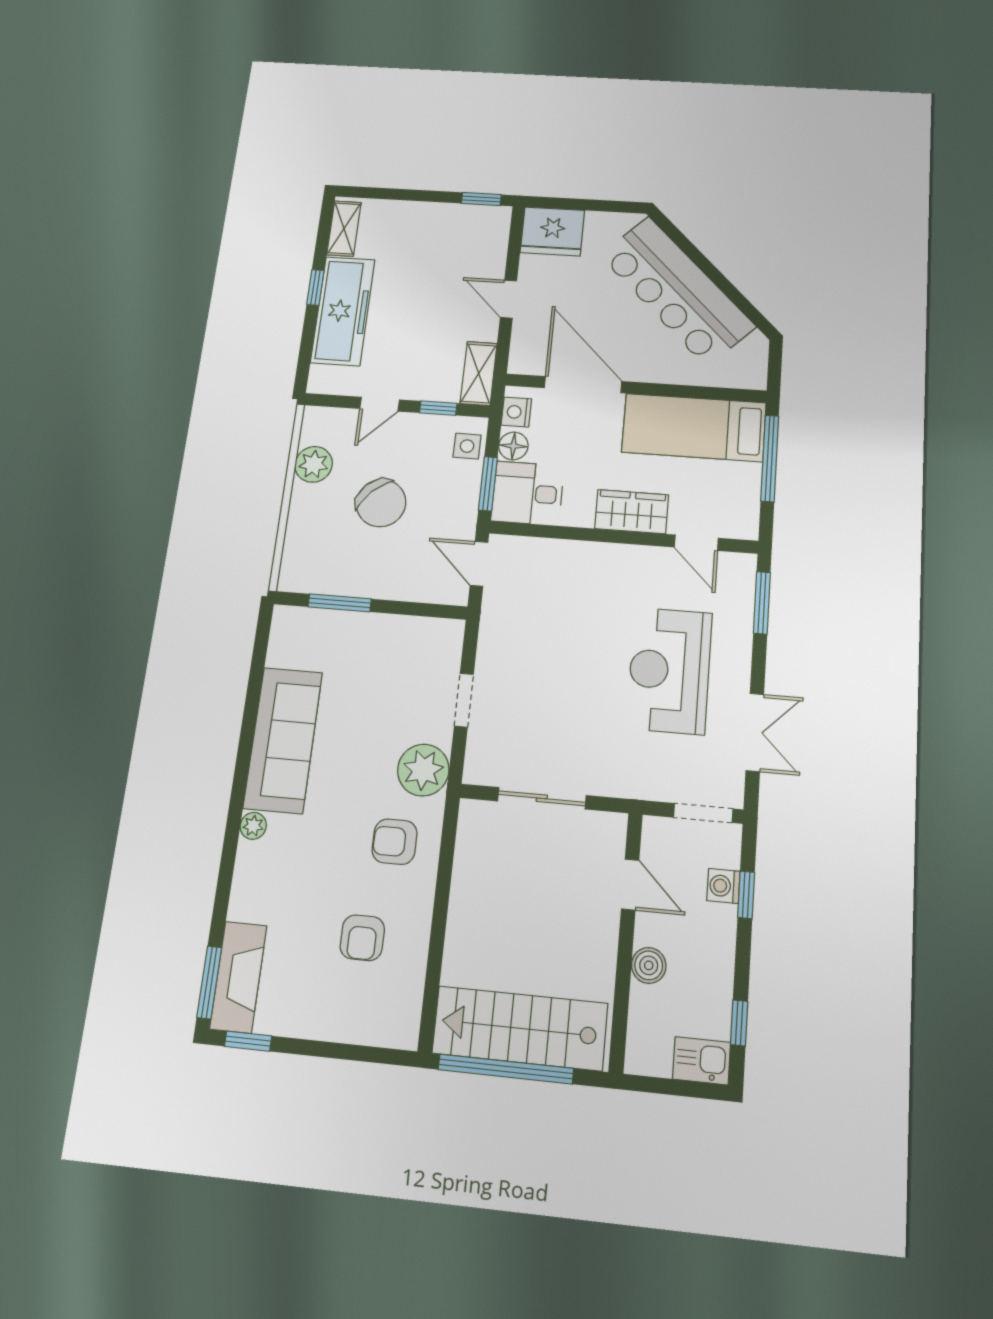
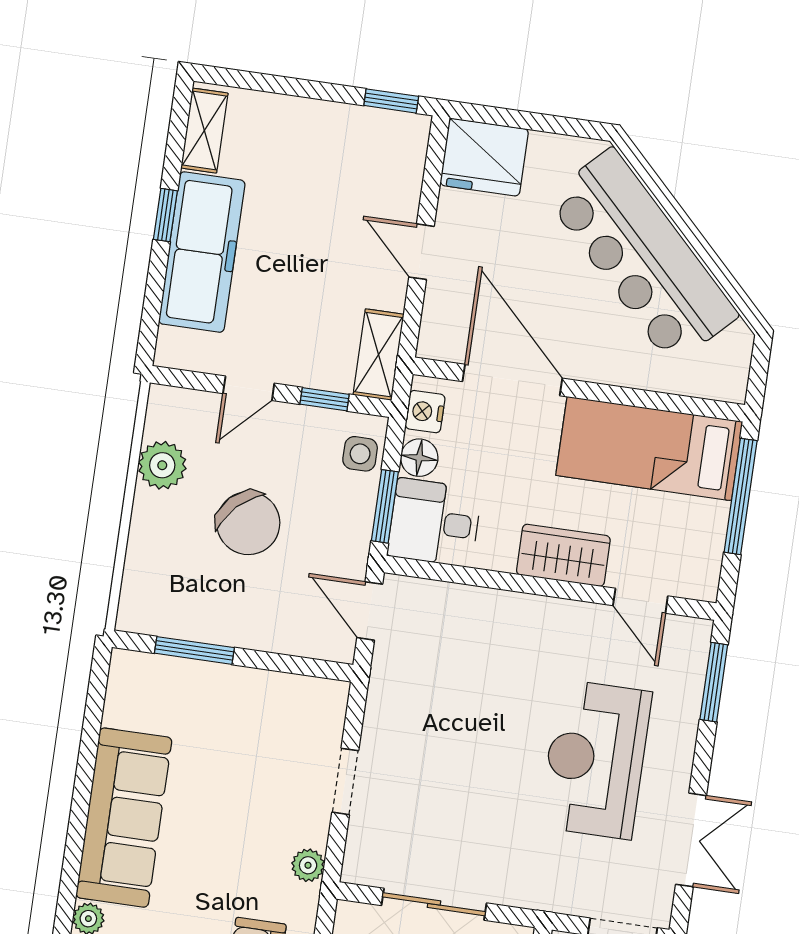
plant: (423, 770) -> (308, 865), width x0.53, depth x0.53

